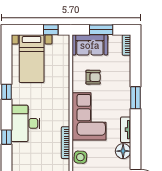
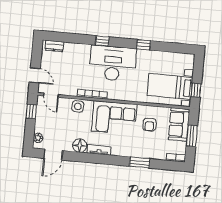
bed with nightstands: (32, 59) -> (170, 87), moved
window: (135, 98) -> (140, 163), moved
desk: (26, 123) -> (113, 63), width x1.36, depth x1.30

